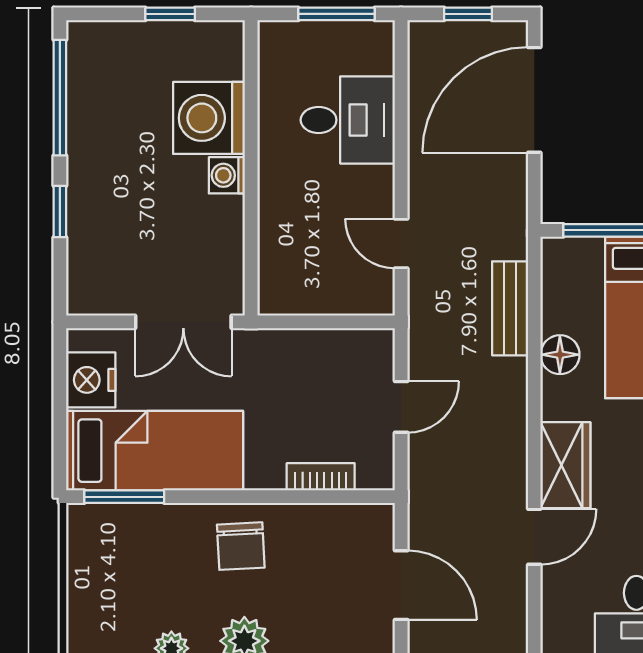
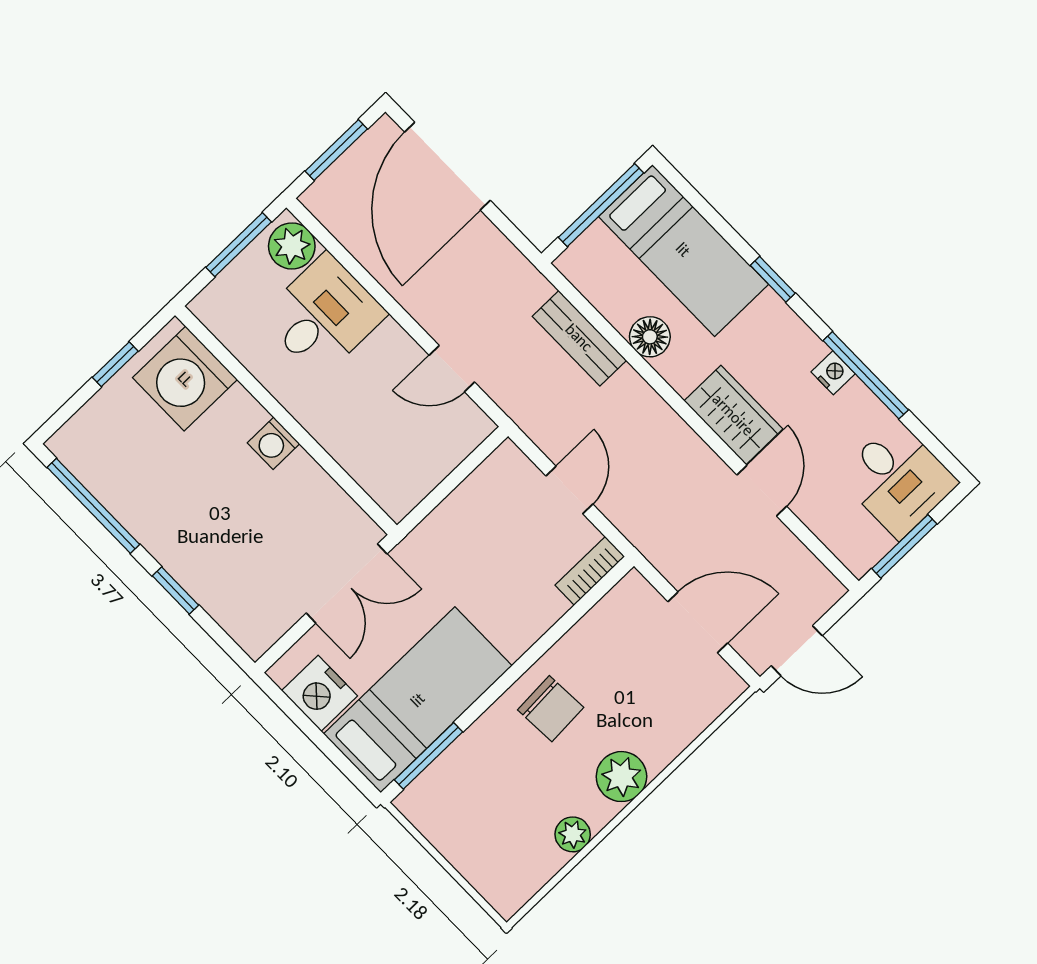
window: (468, 14) -> (336, 150), width x1.50
plant: (372, 51) -> (292, 246), added
washing machine: (209, 118) -> (185, 379), moved
bookcase: (321, 477) -> (590, 571), moved

